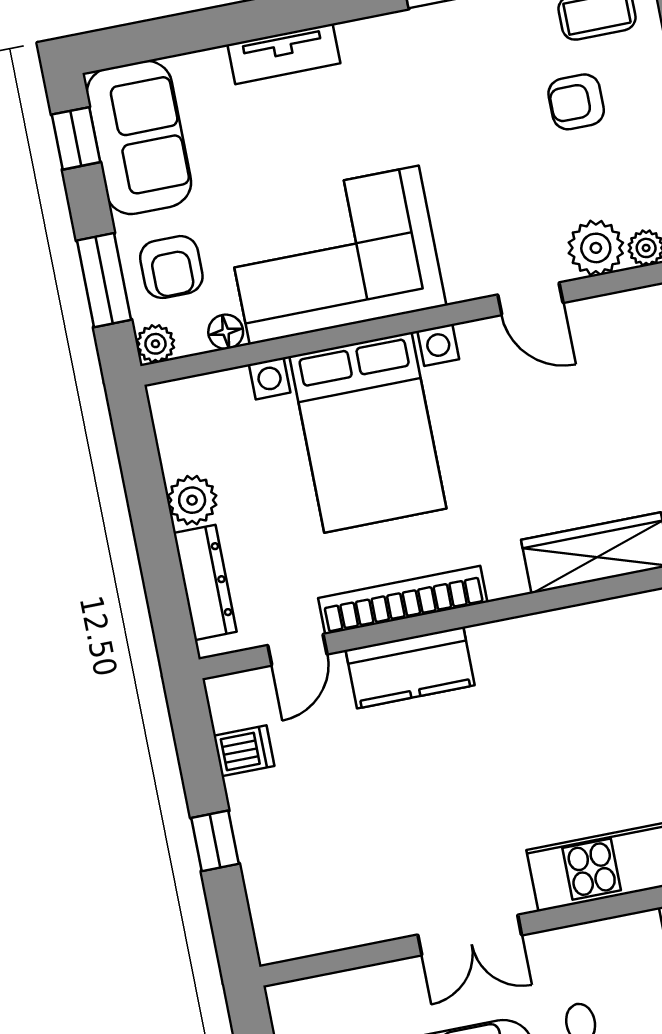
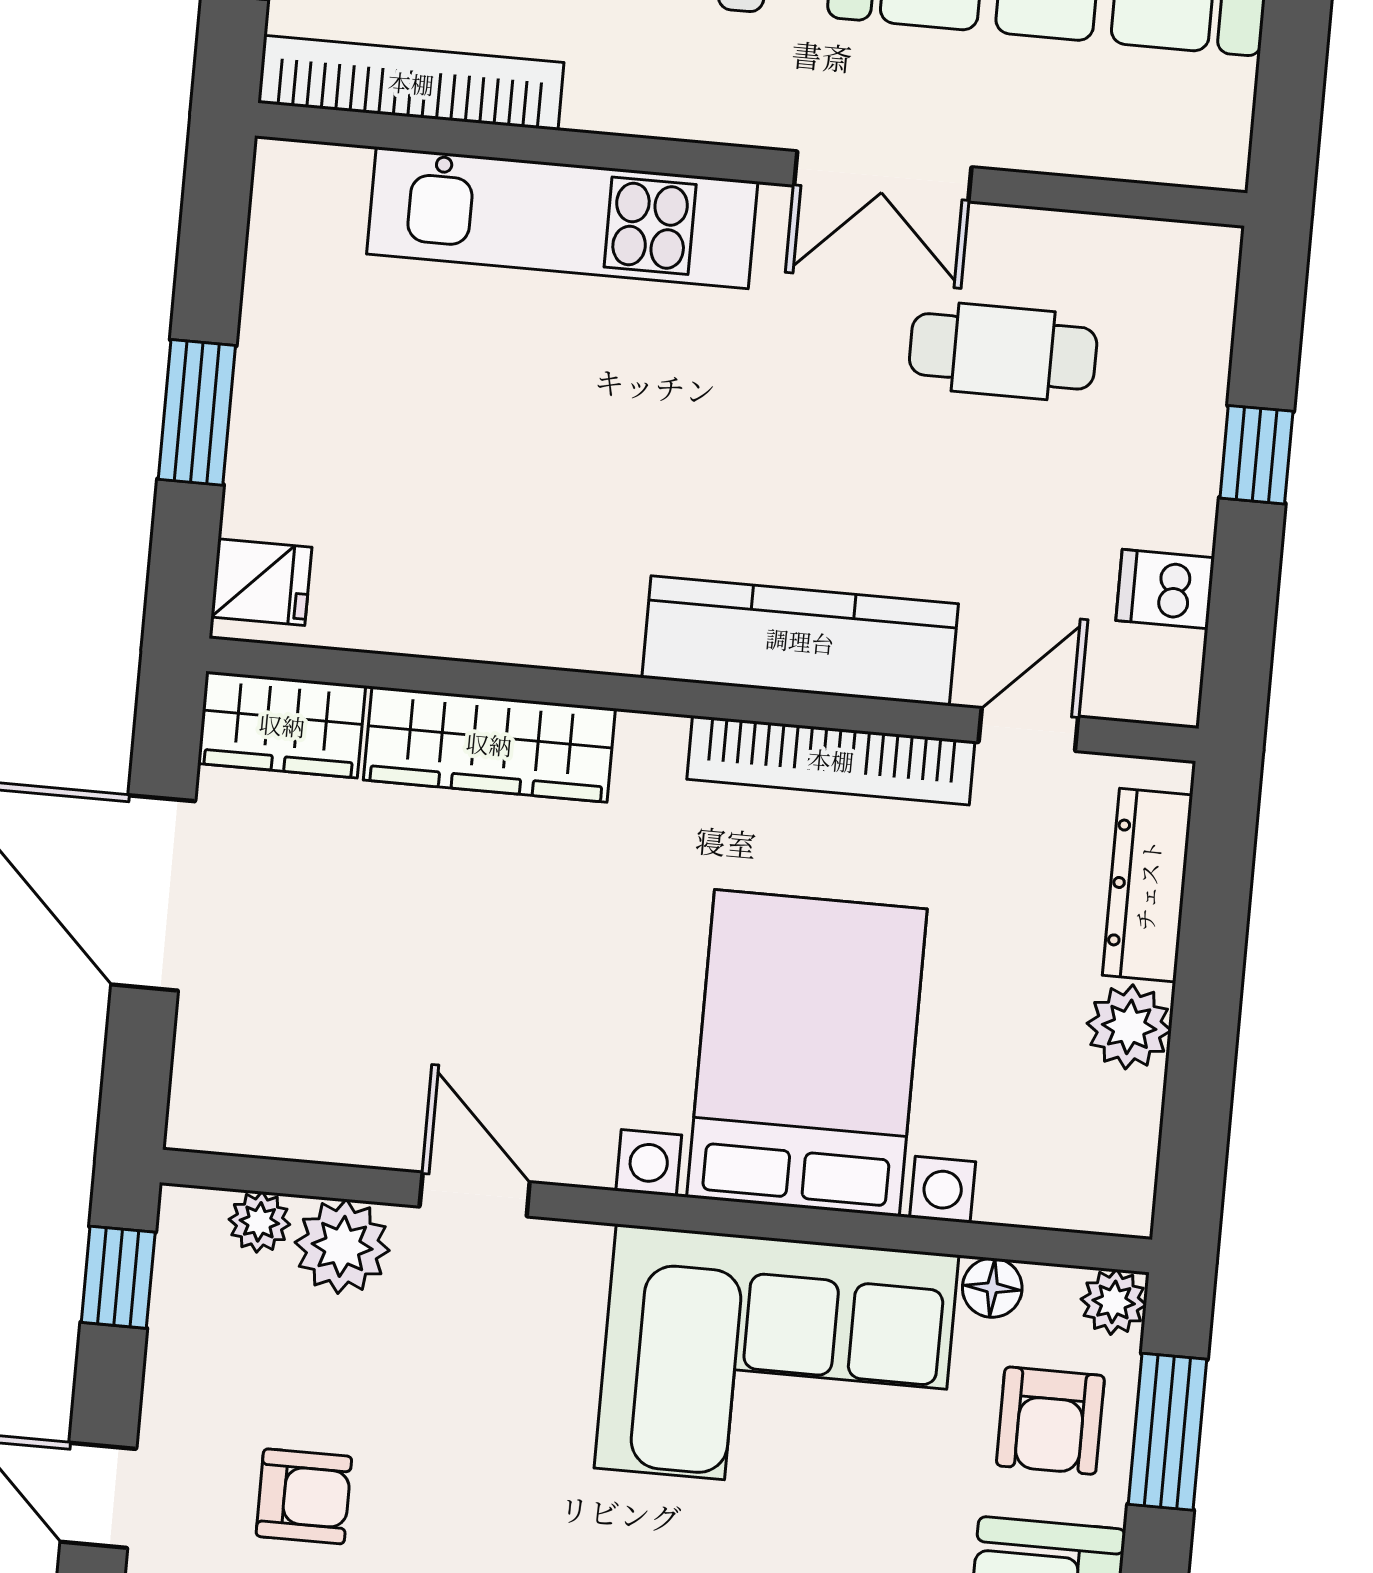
armchair: (171, 267) -> (1050, 1421), turned 180
kitchen counter: (410, 668) -> (800, 641), width x1.50
cafe table: (374, 857) -> (1003, 351), added
double door: (470, 935) -> (883, 176), swing flipped

